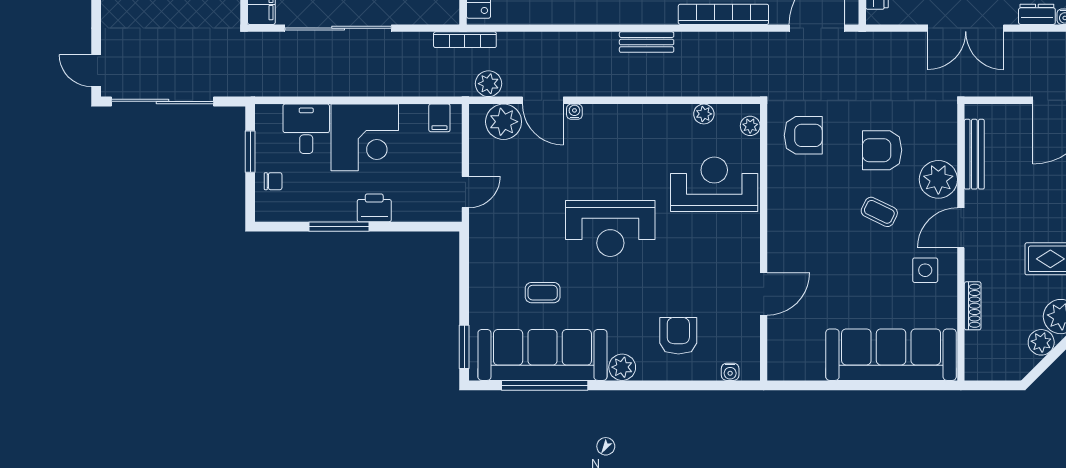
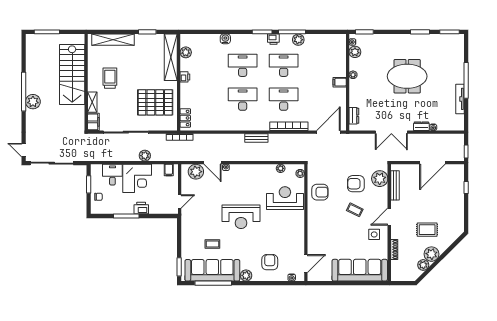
plant: (489, 84) -> (145, 156), moved
armchair: (803, 135) -> (320, 192), moved
plant: (938, 179) -> (380, 179), moved
door: (764, 294) -> (306, 264), moved

